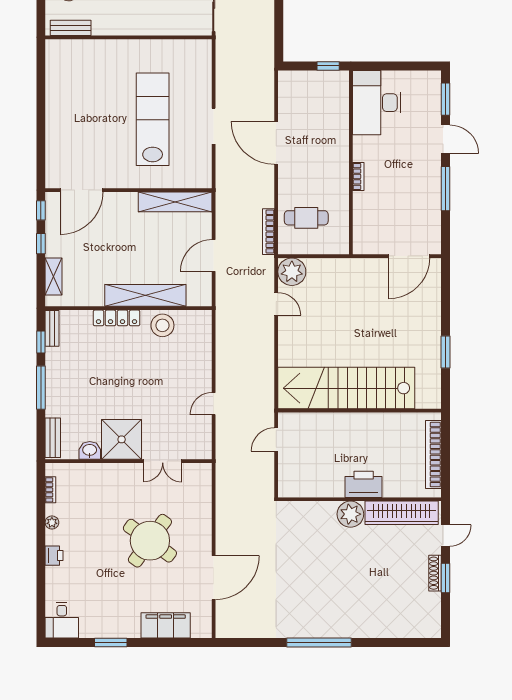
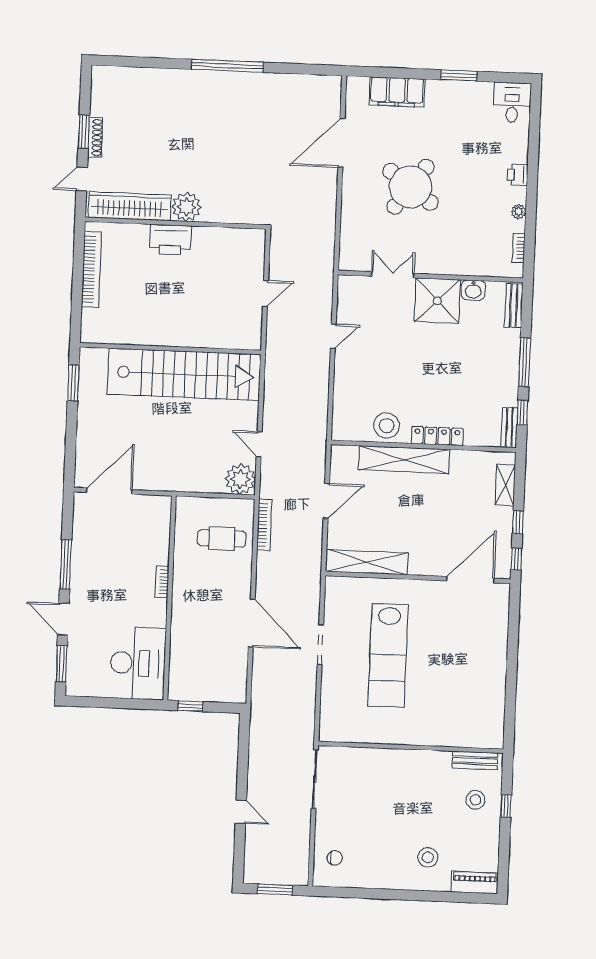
stairs: (346, 388) -> (184, 374), moved
wall: (360, 411) -> (170, 349), moved

